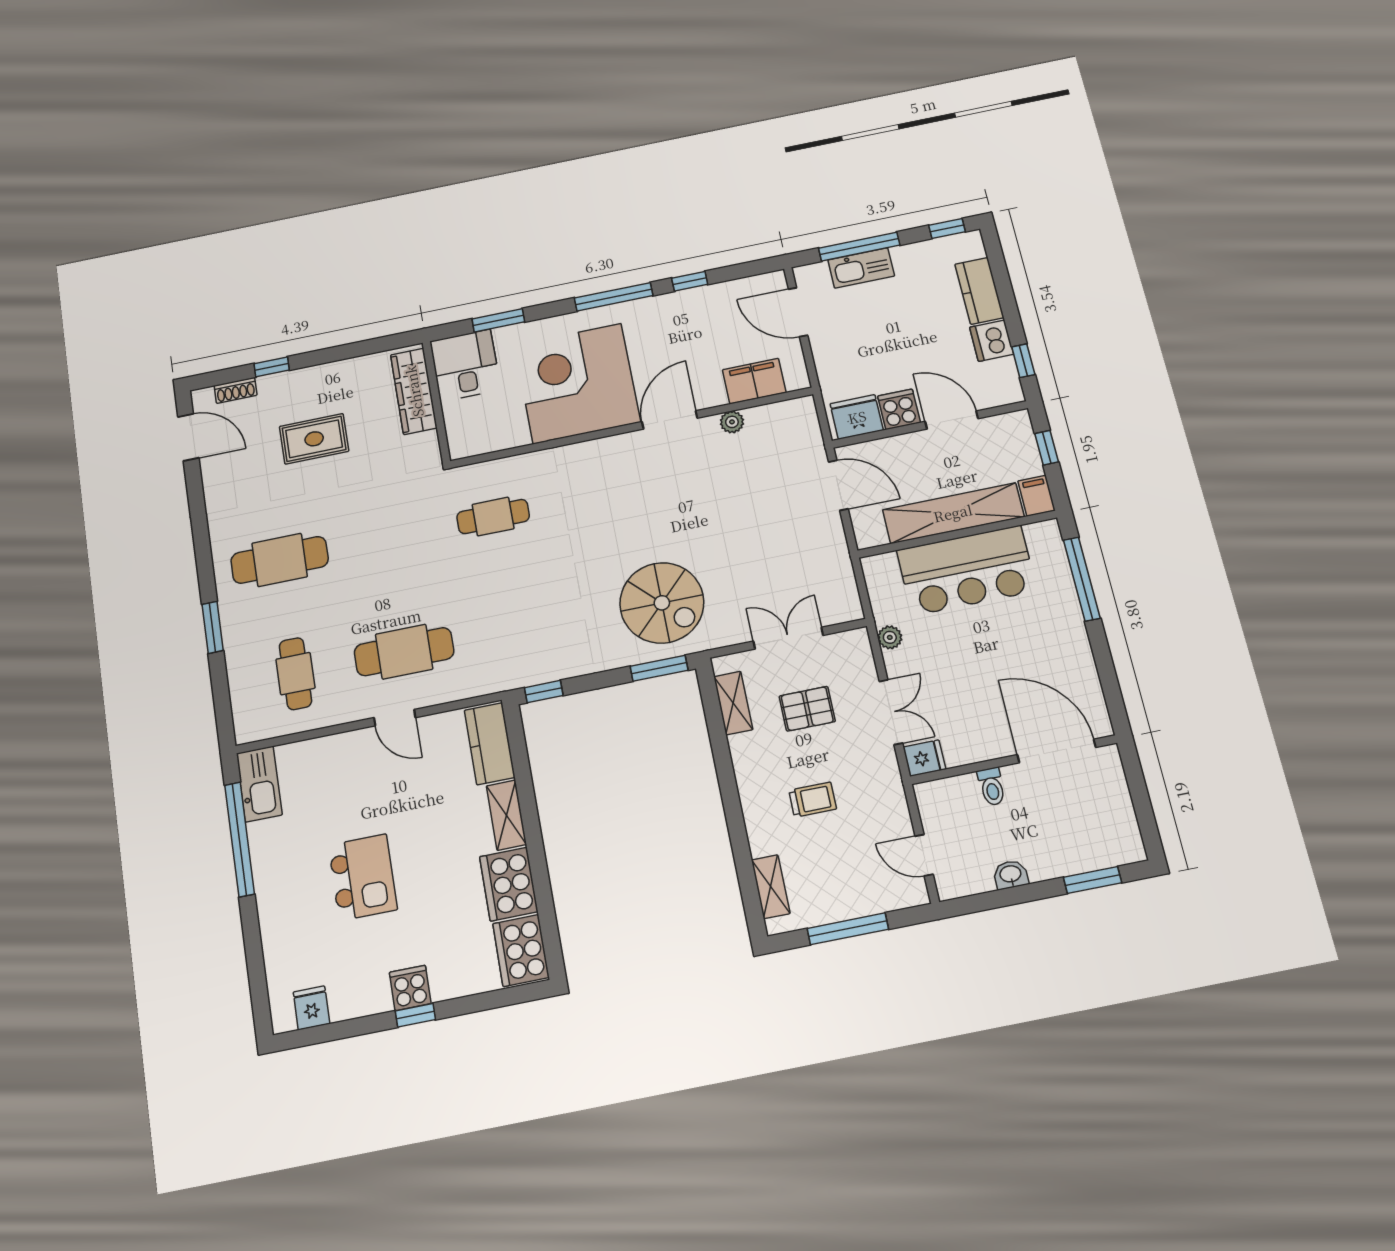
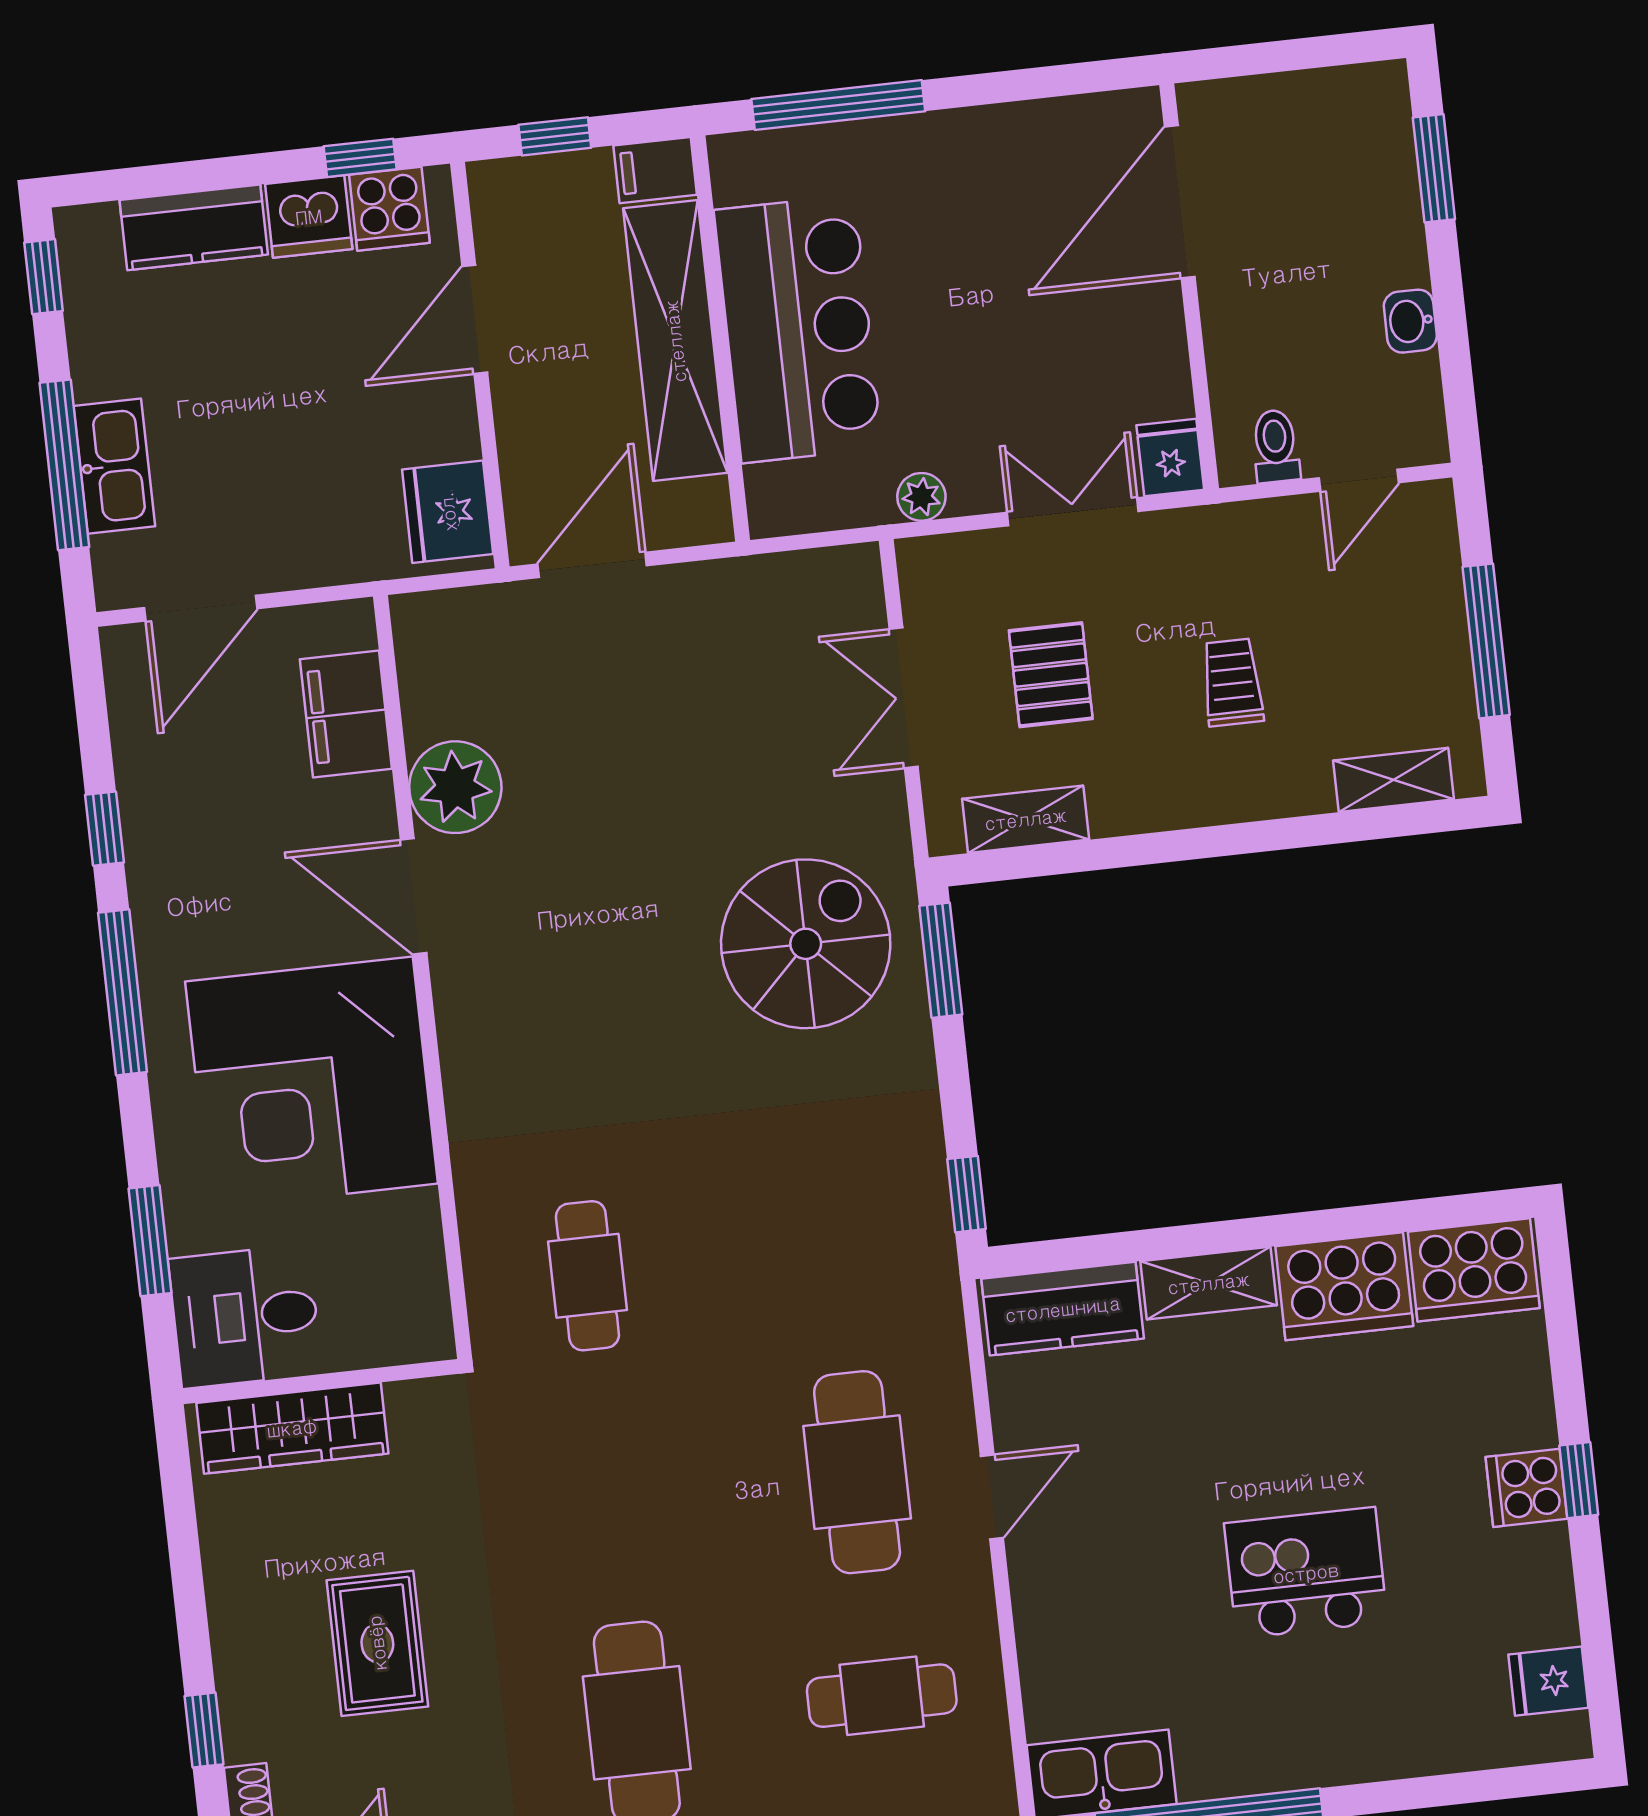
cooker: (899, 409) -> (389, 209), moved, turned -90
plant: (732, 422) -> (455, 787), width x1.87, depth x1.87
toilet: (992, 787) -> (1276, 446), moved, turned -90

